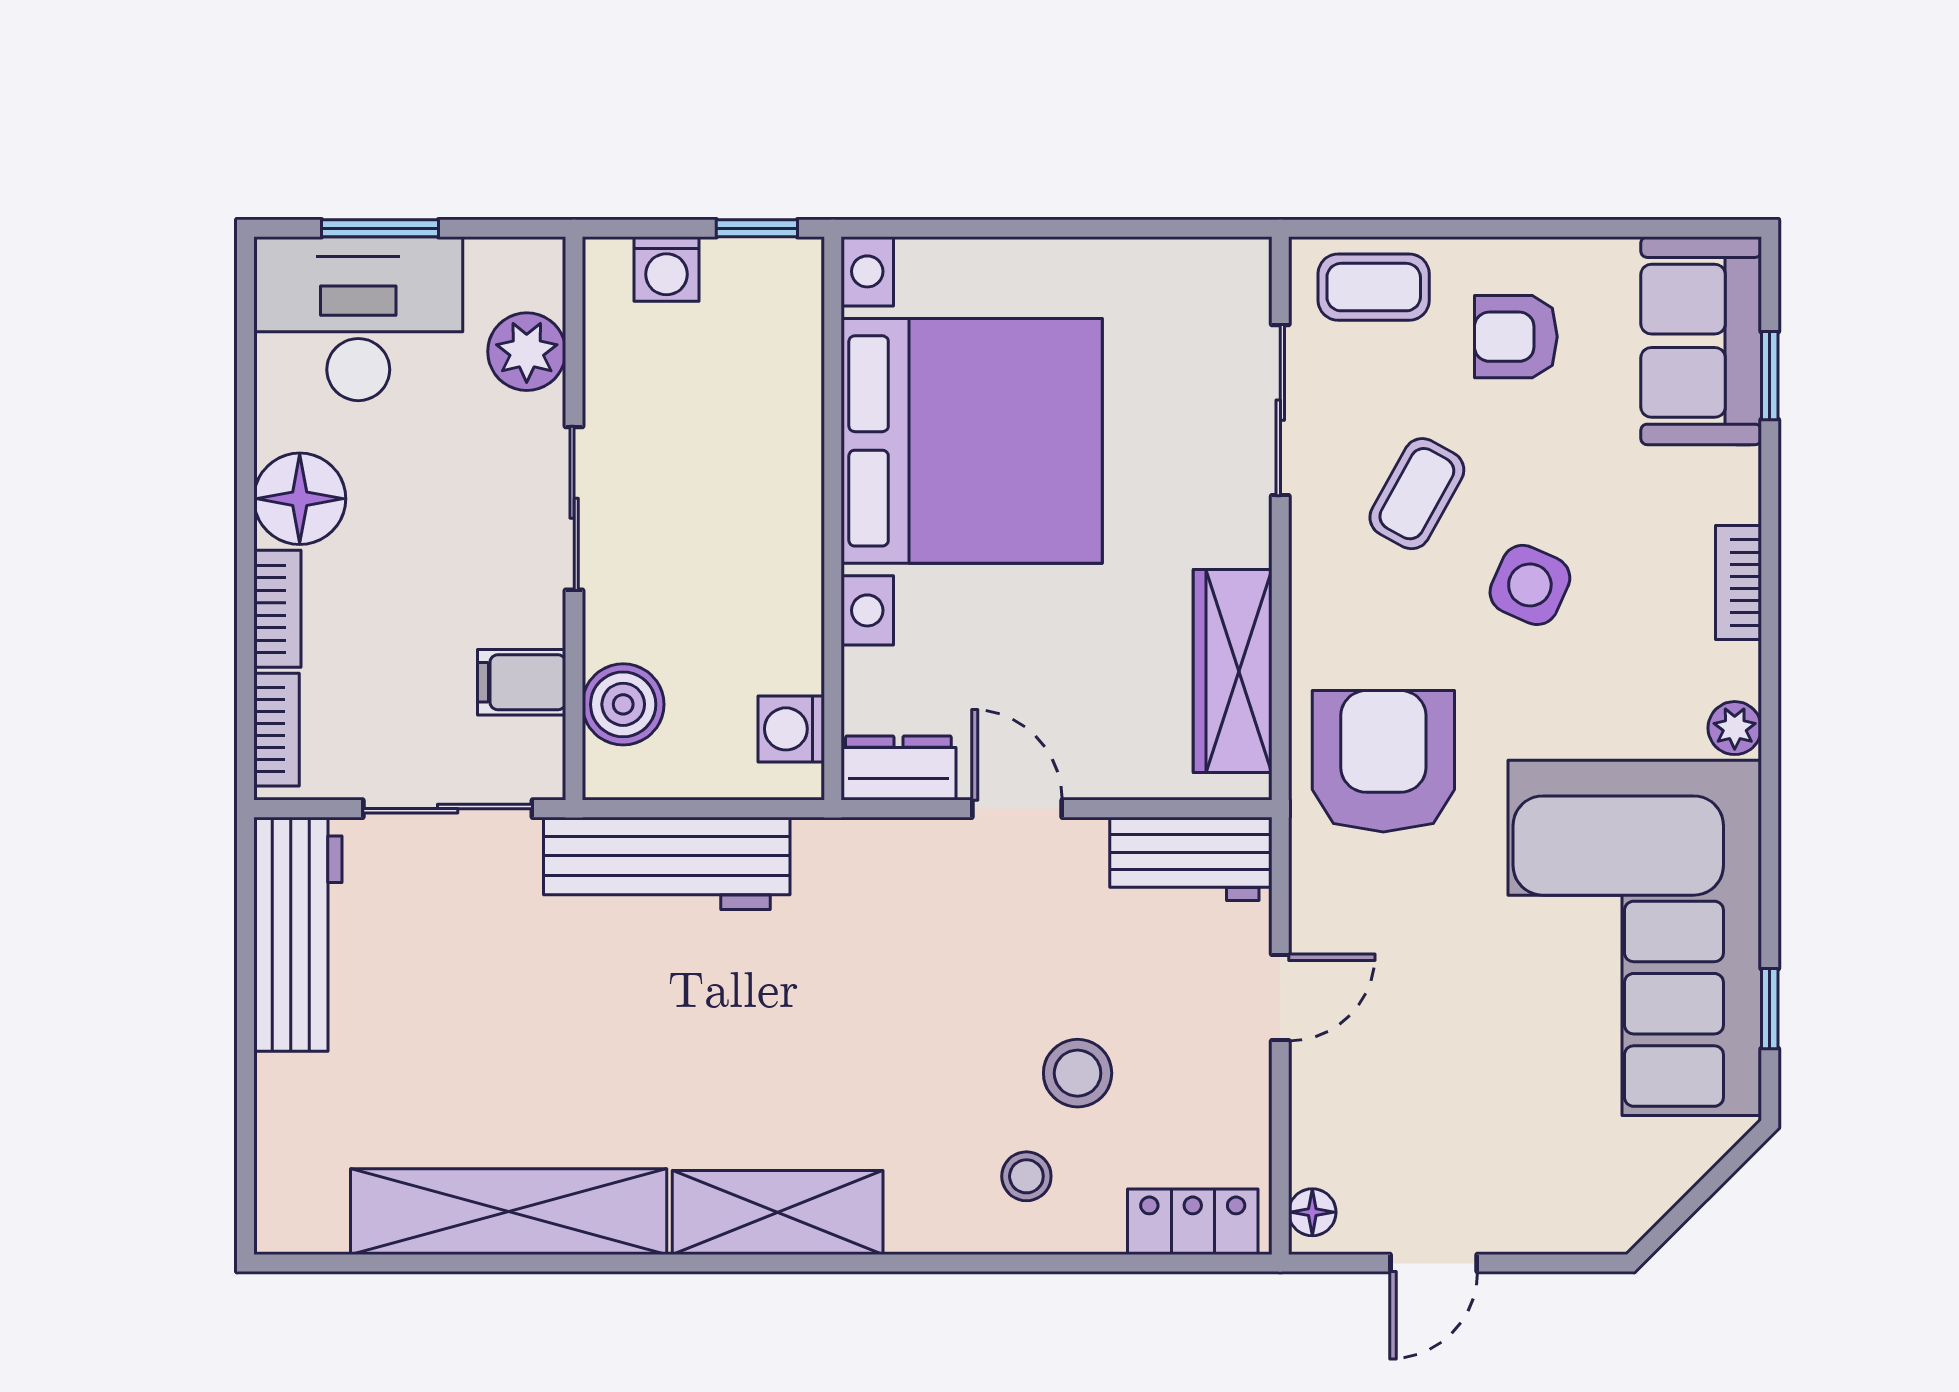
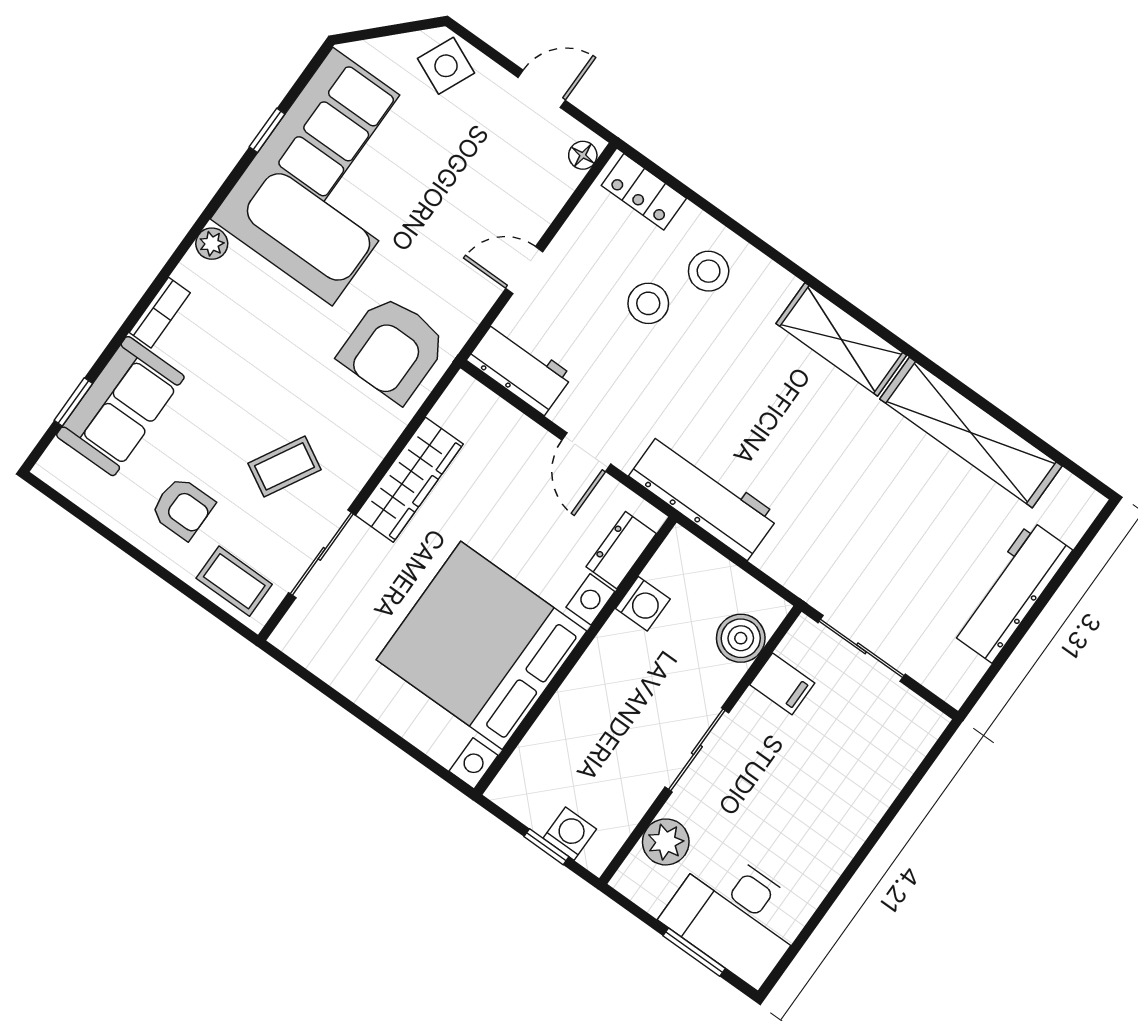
window: (757, 228) -> (546, 847), moved
sofa: (1701, 341) -> (120, 406), moved
floor lamp: (300, 499) -> (826, 849), removed
side table: (1530, 585) -> (446, 66), moved
bookcase: (277, 609) -> (875, 804), removed
wardrobe: (1233, 671) -> (409, 480), moved
washing machine: (791, 729) -> (643, 604), moved
bookcase: (276, 730) -> (917, 746), removed
dresser: (898, 768) -> (621, 550), moved, turned 90
workbench: (667, 863) -> (704, 496), moved
workbench: (298, 934) -> (1011, 592), moved
window: (1770, 1009) -> (267, 130), moved
stool: (1026, 1176) -> (709, 271), width x1.37, depth x1.37

